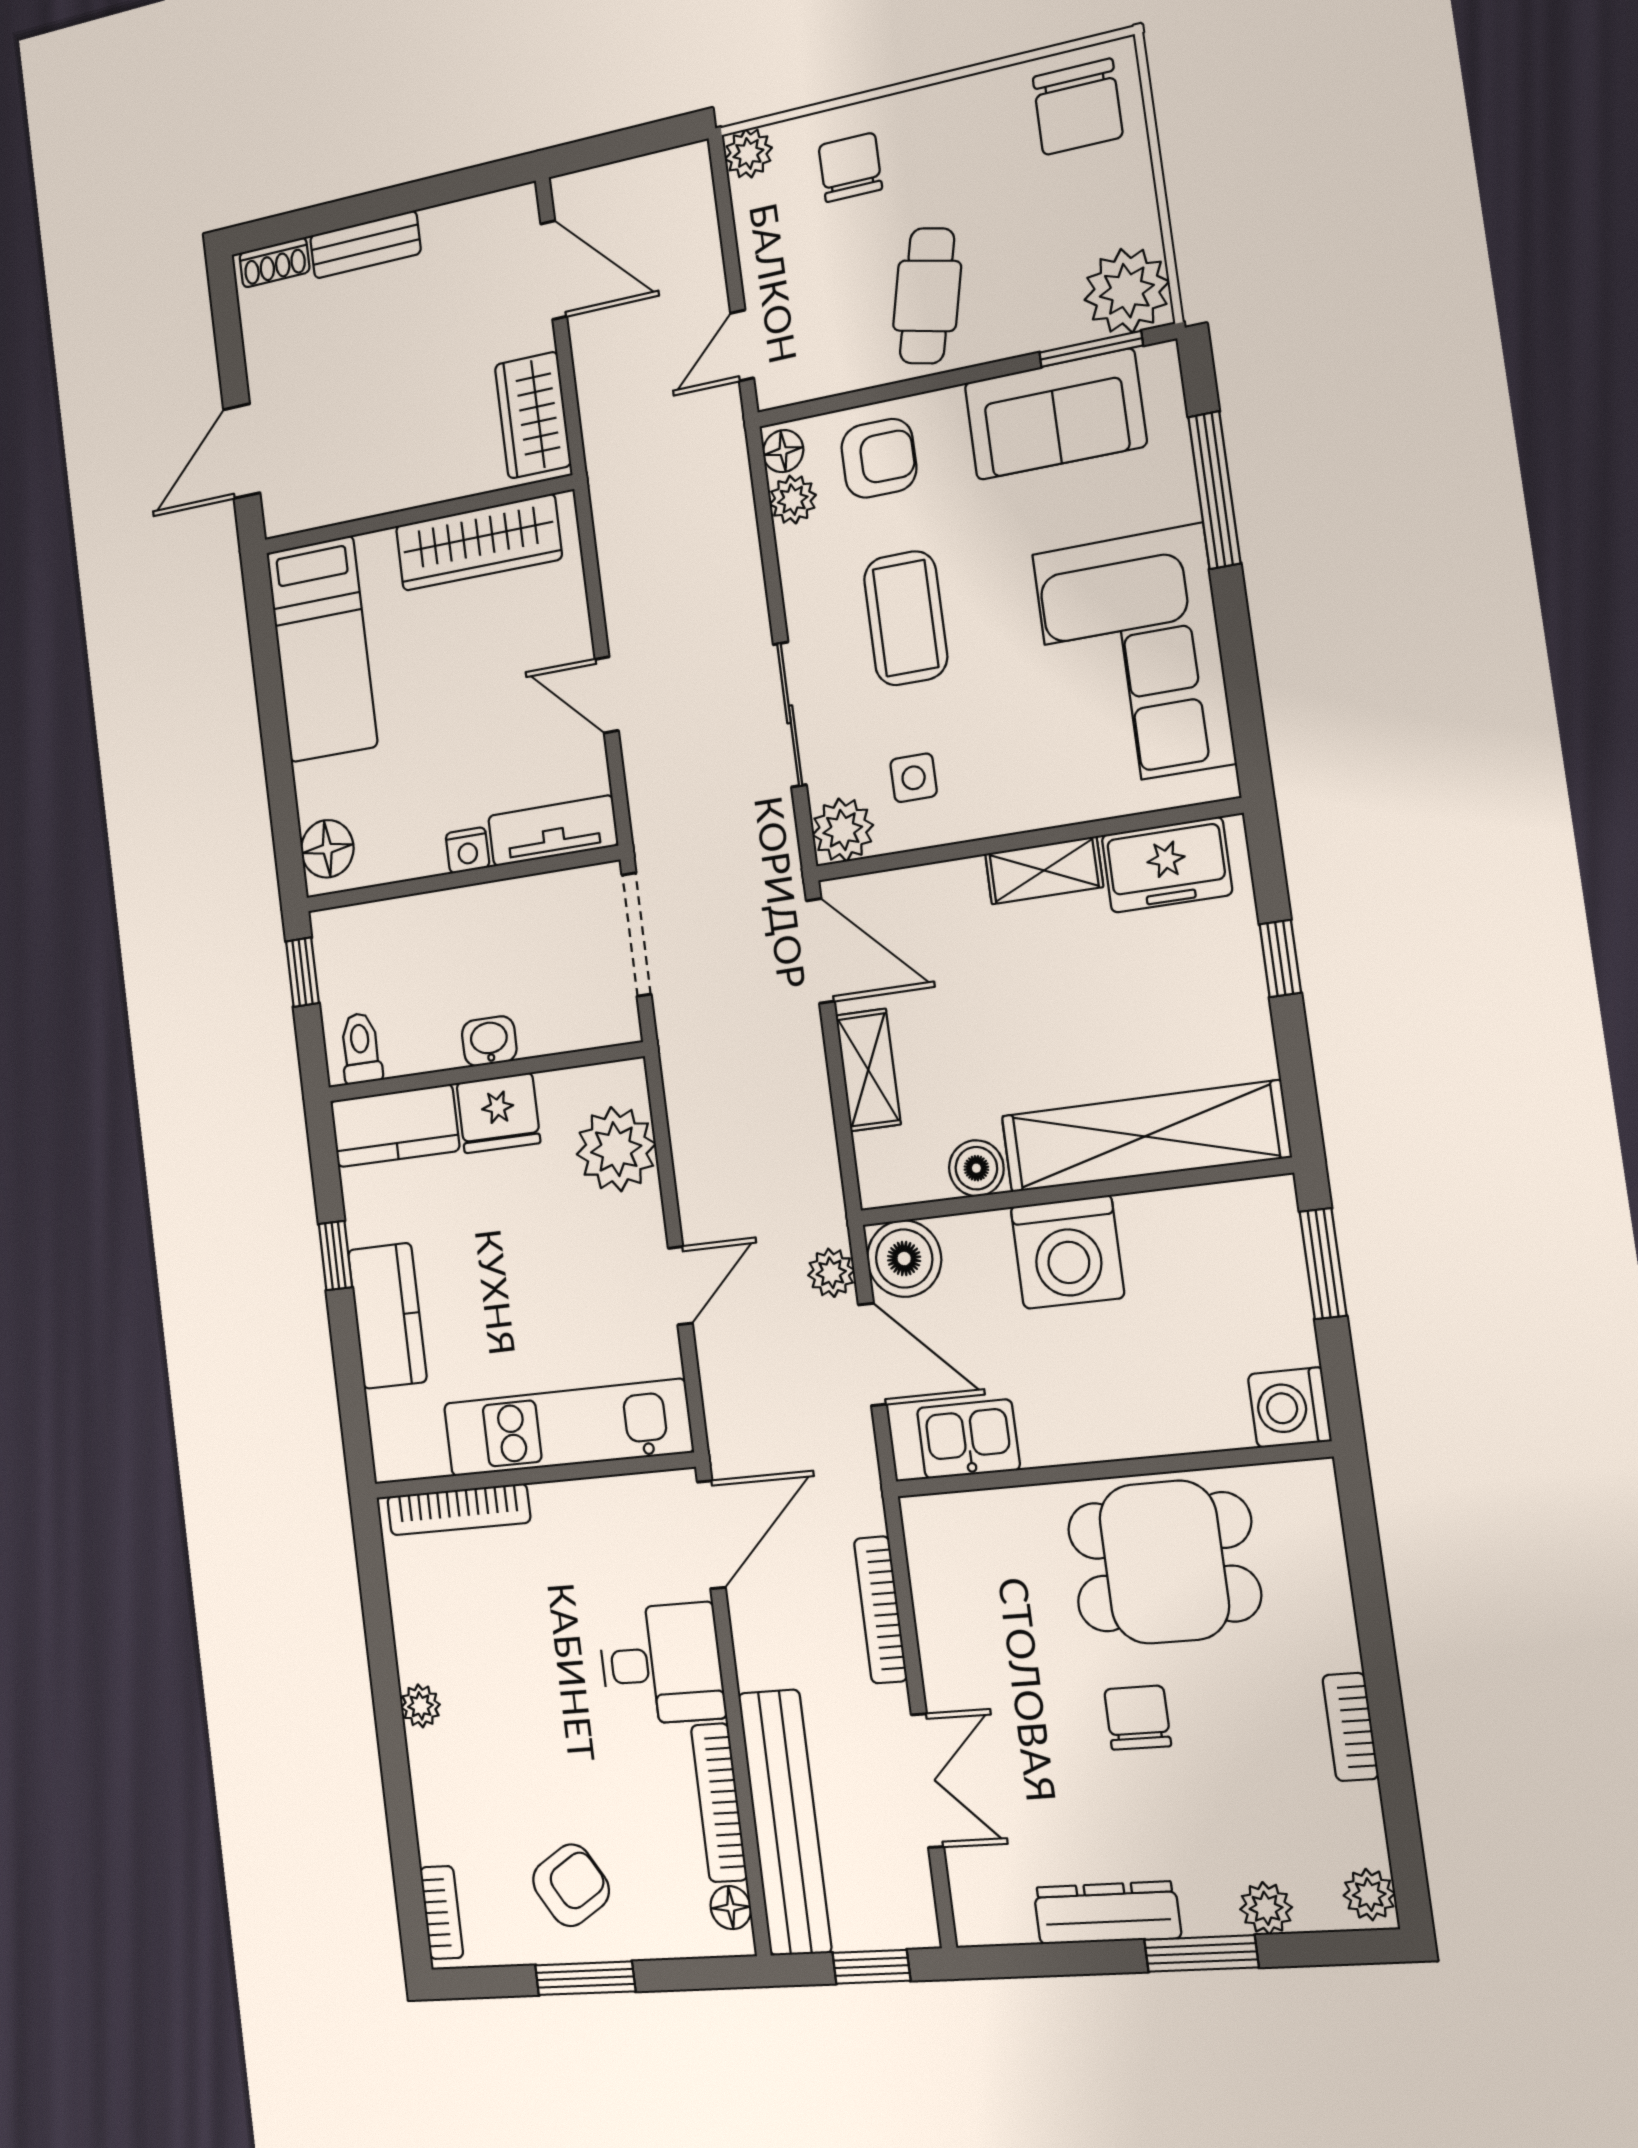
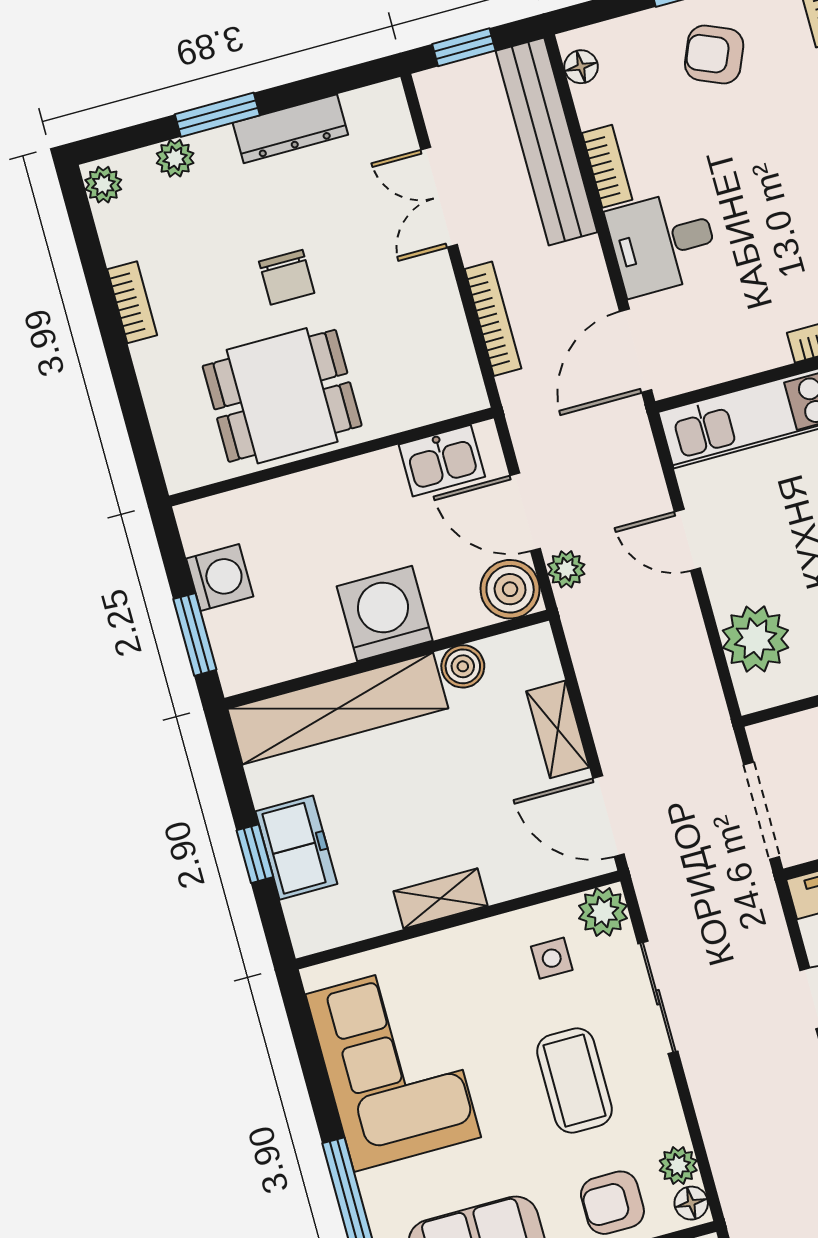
freezer: (1167, 865) -> (296, 848), moved, turned 90
door: (680, 1286) -> (687, 540), hinge flipped
washing machine: (1289, 1408) -> (220, 578), moved
bookcase: (719, 1803) -> (607, 166), width x0.64
armchair: (571, 1885) -> (714, 55), turned 55

